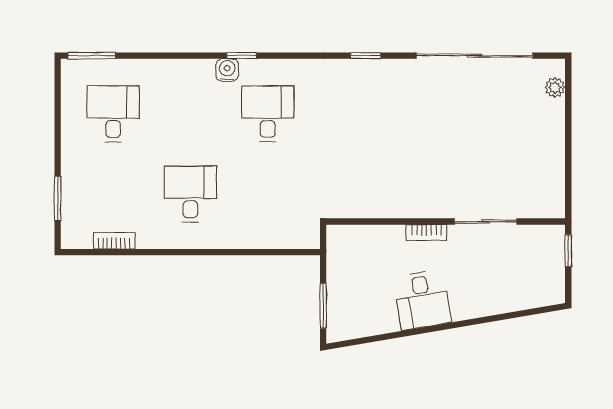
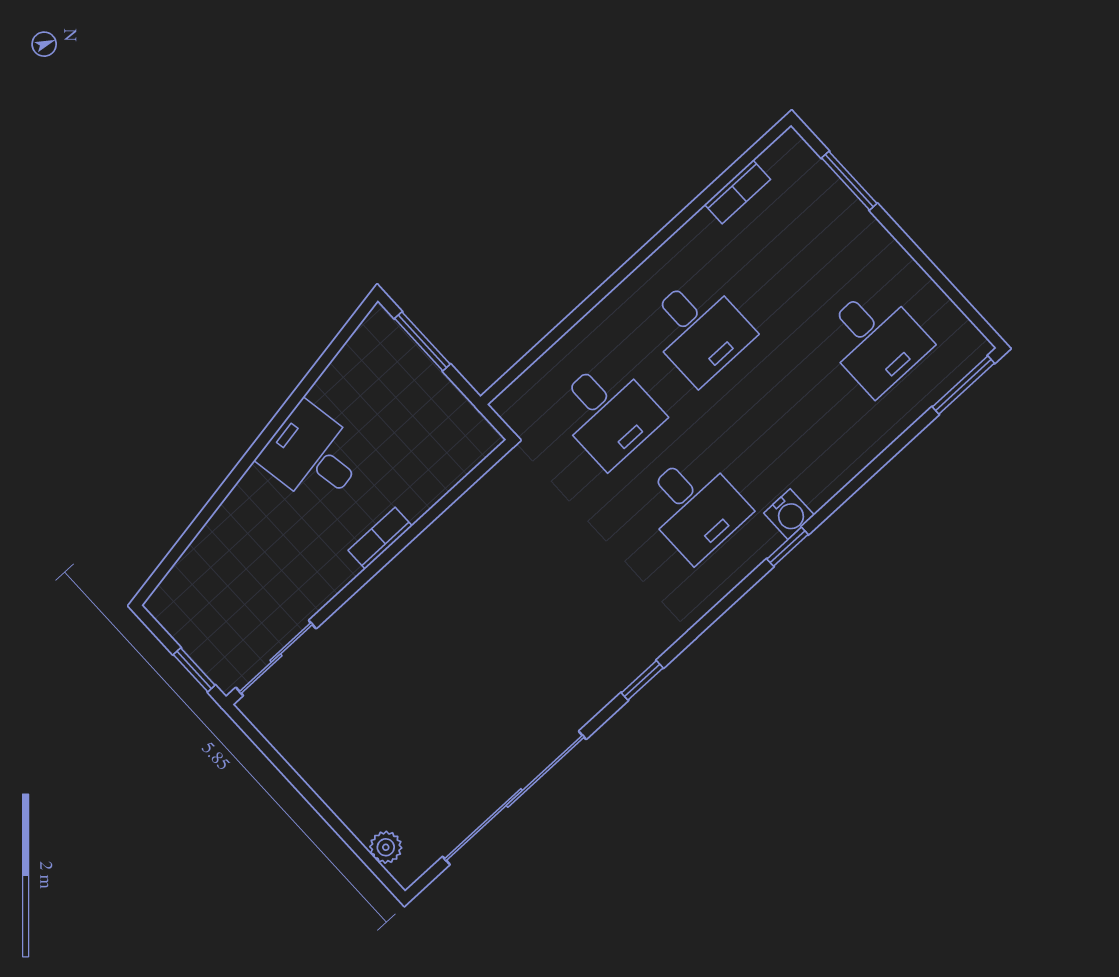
desk: (268, 194) -> (608, 412), added
sliding door: (486, 222) -> (276, 658), moved

